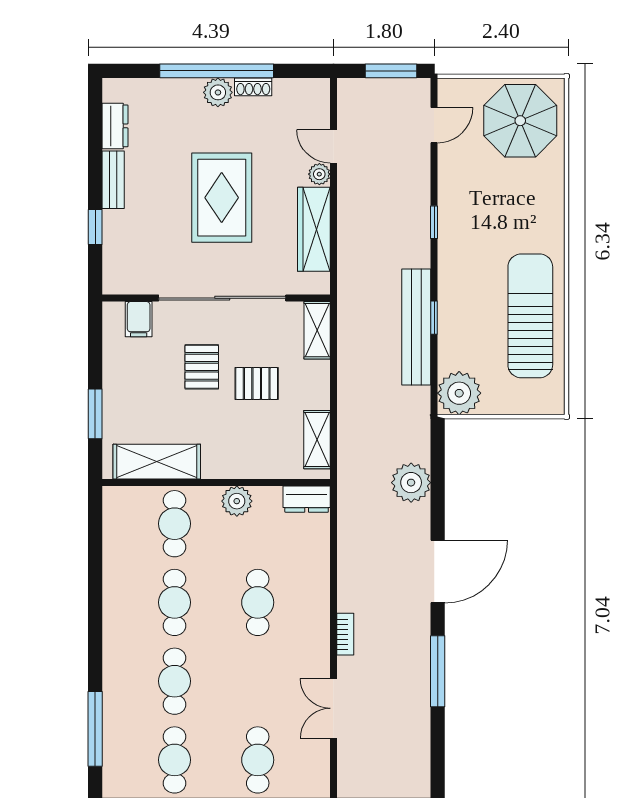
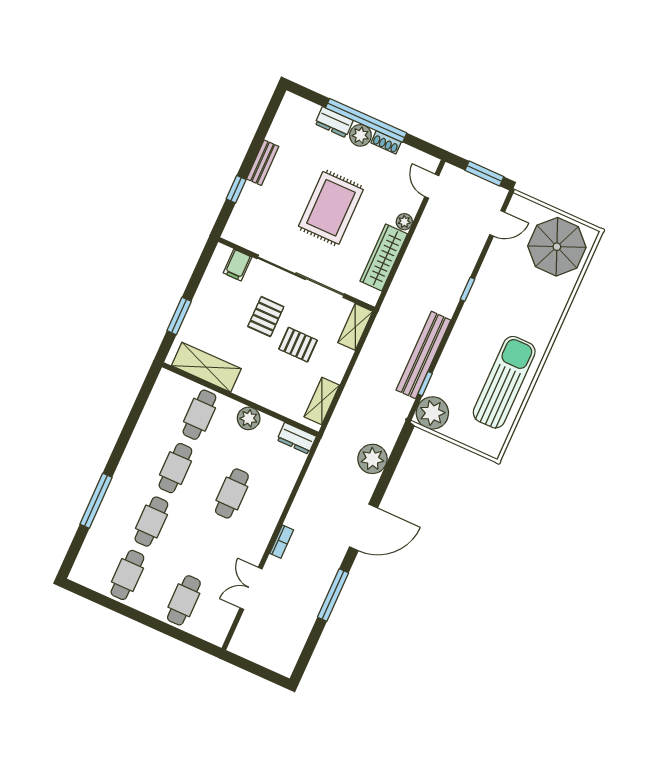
dresser: (115, 126) -> (334, 122), moved, turned 90
door: (333, 146) -> (432, 186), moved
window: (434, 318) -> (425, 384), moved
window: (95, 729) -> (96, 501), moved

